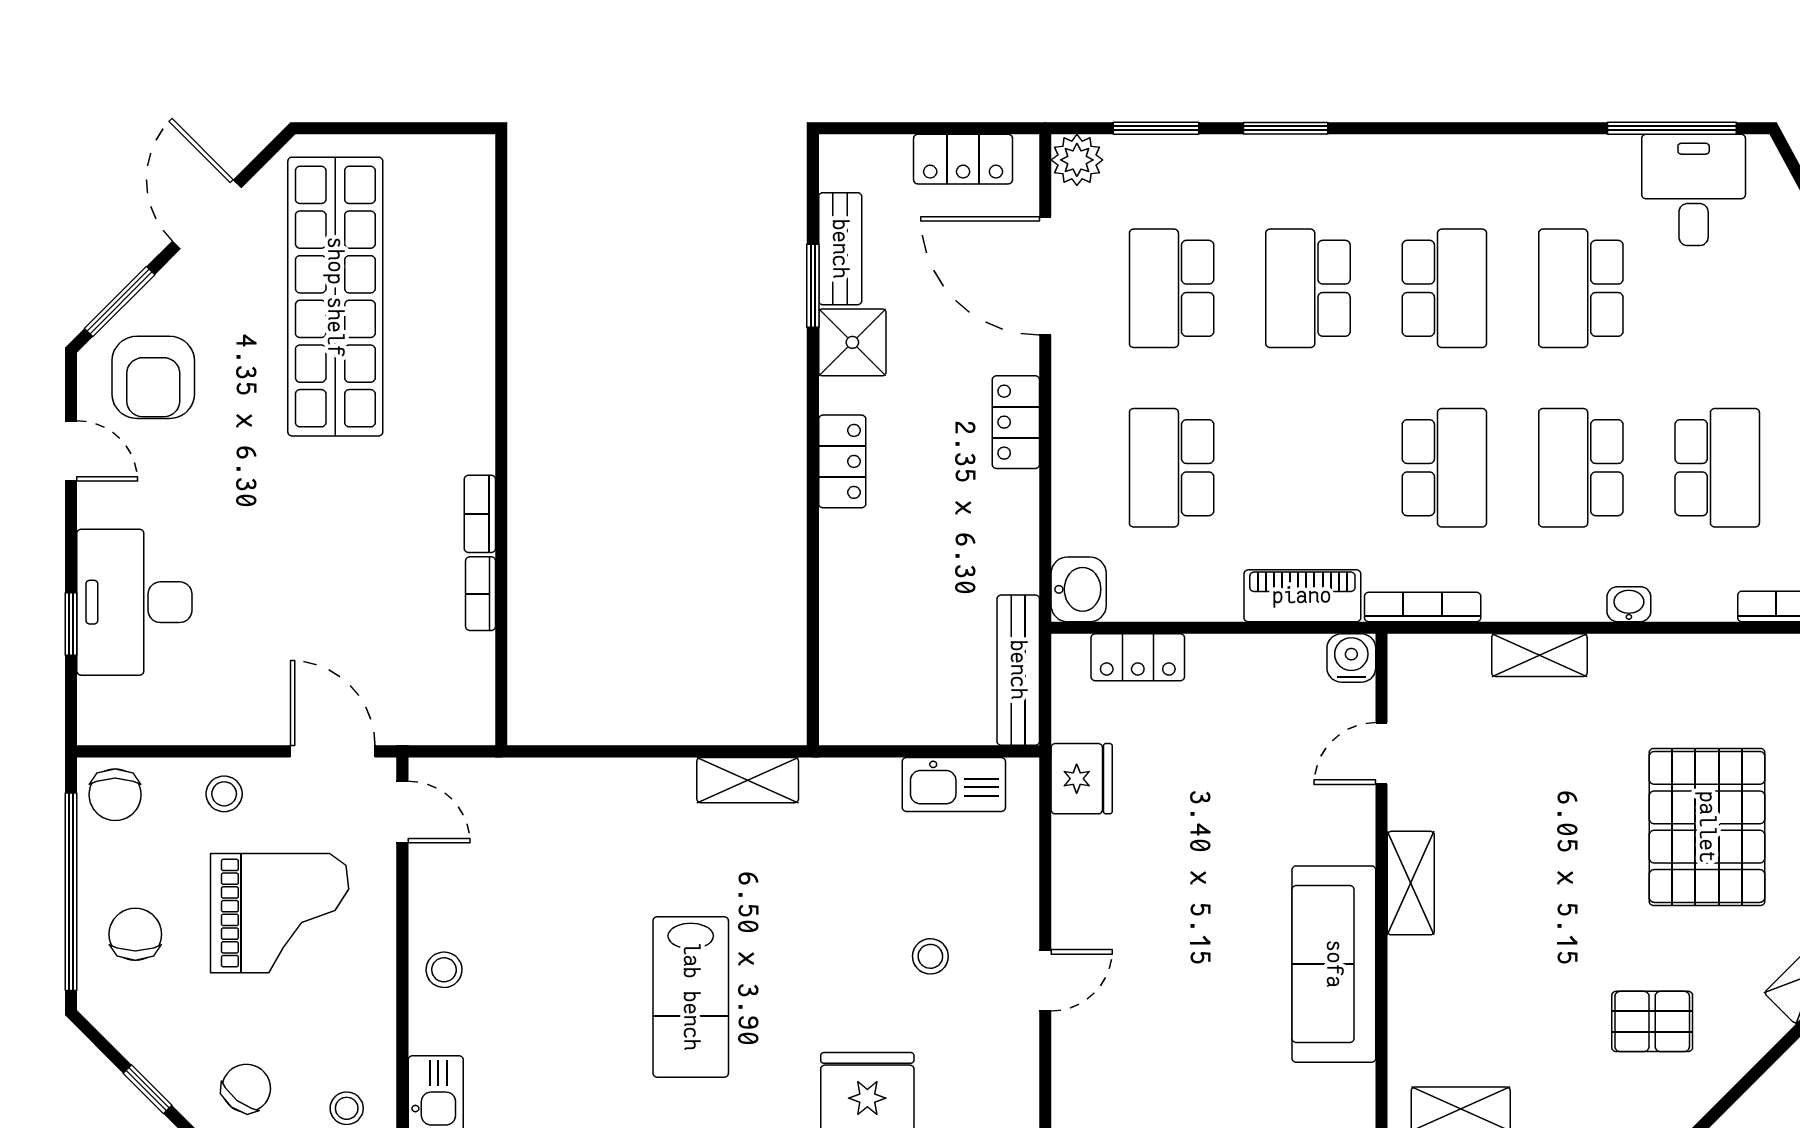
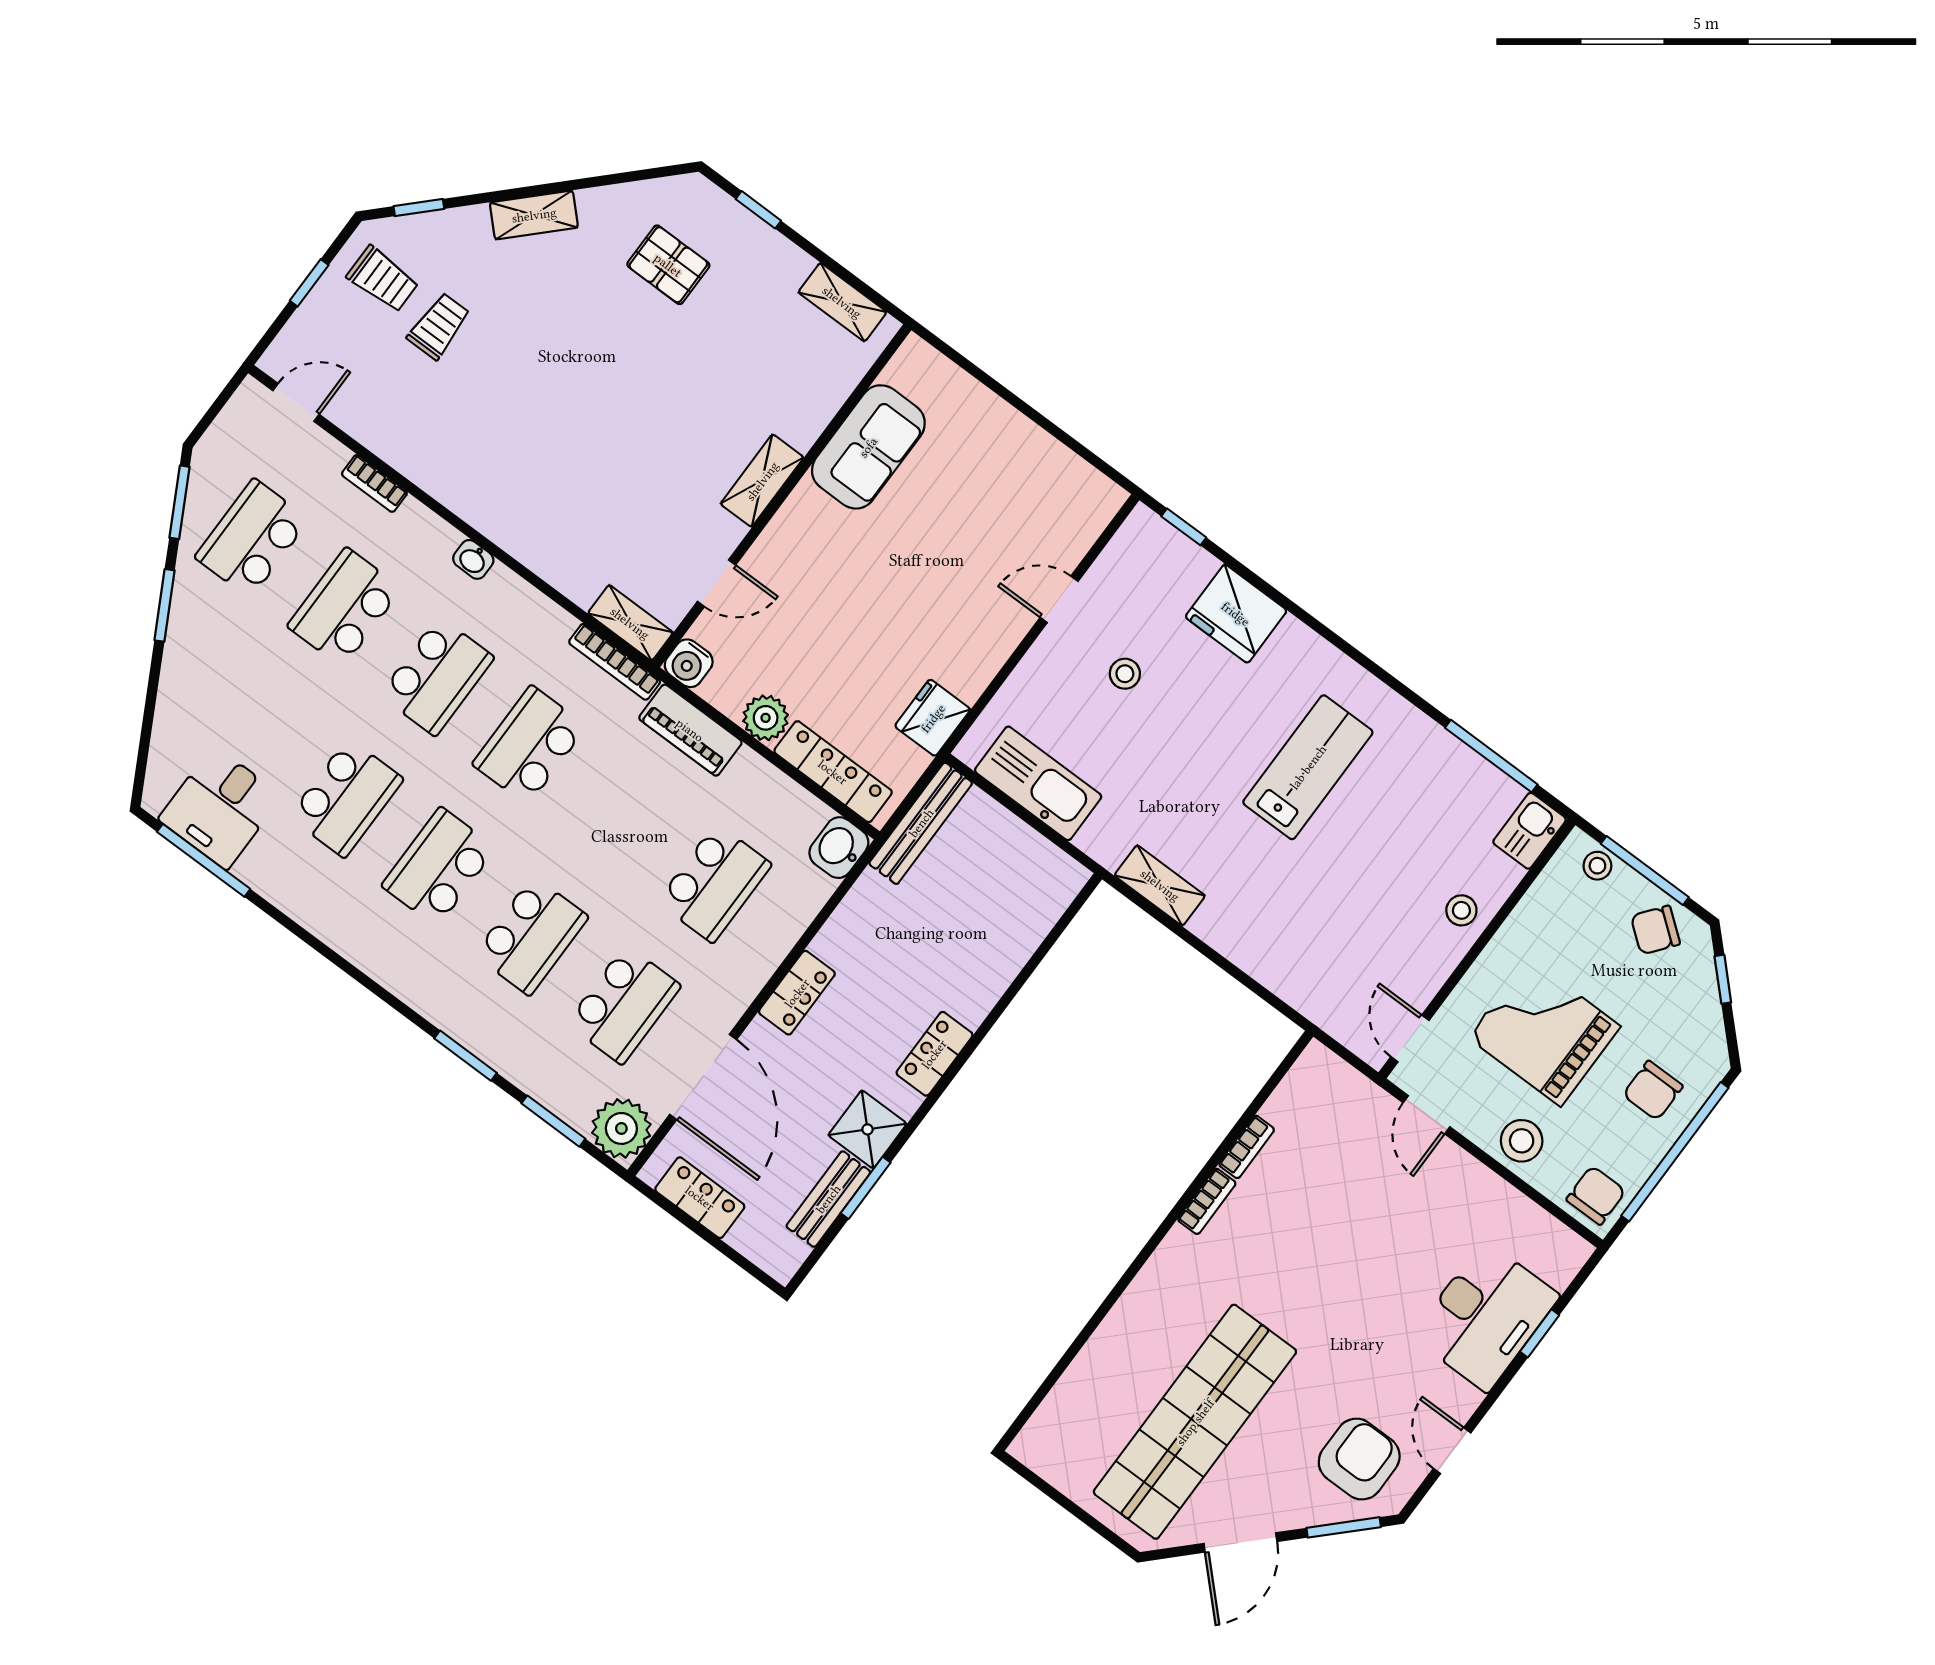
plant: (1077, 160) -> (621, 1128), width x1.36, depth x1.36
shelving: (1539, 655) -> (630, 623), moved
locker: (1138, 657) -> (833, 772), width x1.53
plant: (1240, 661) -> (766, 718), added
door: (333, 751) -> (1427, 1115), width x0.73
kitchen sink: (954, 784) -> (1038, 783), width x1.36, depth x1.24
stool: (224, 794) -> (1522, 1141), width x1.37, depth x1.37
pallet: (1707, 827) -> (533, 369), removed
sofa: (1334, 964) -> (868, 447), width x0.73

